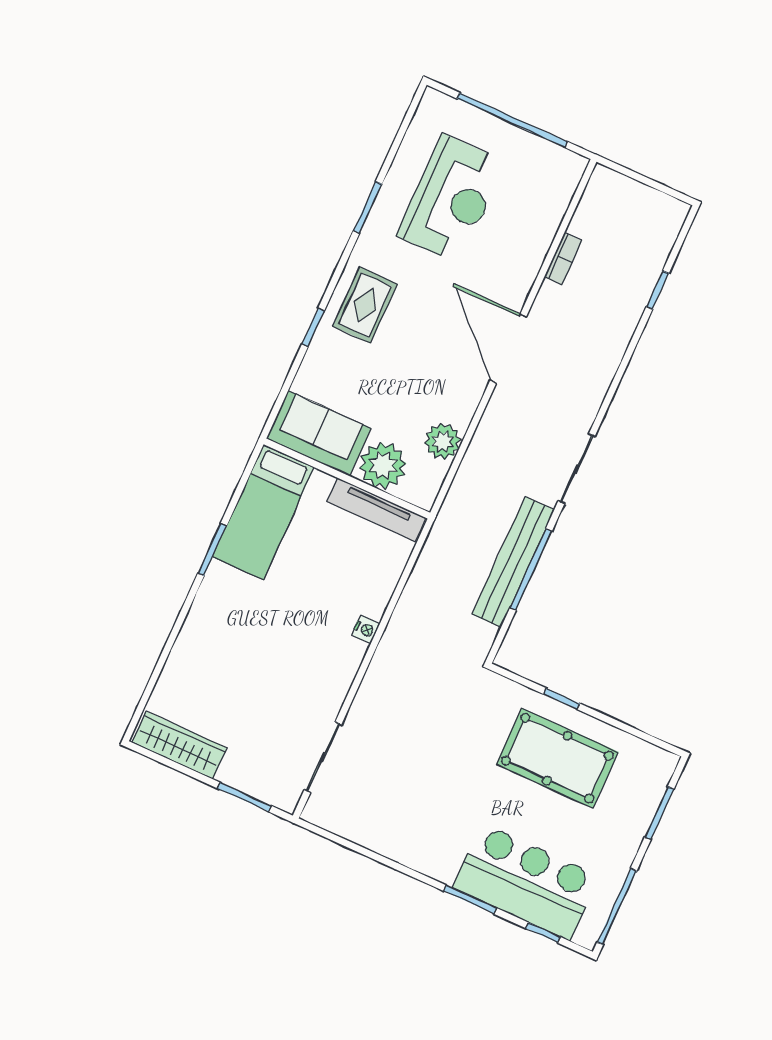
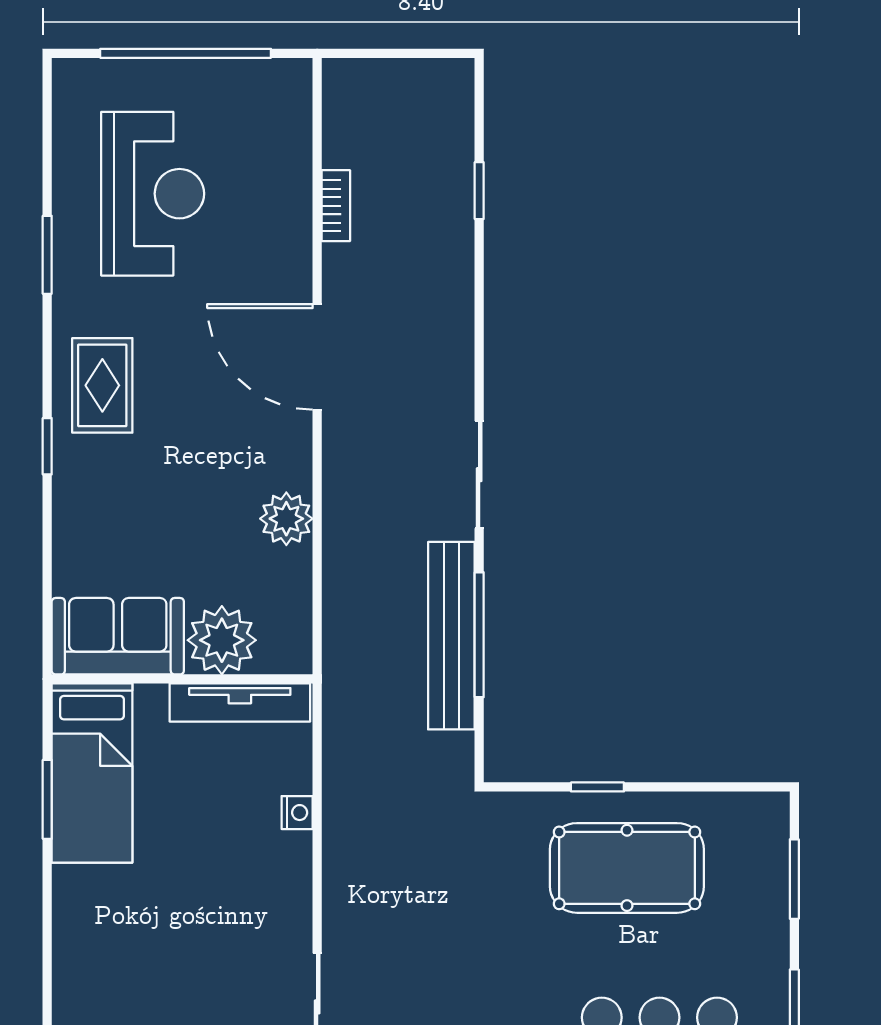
sofa: (319, 433) -> (118, 636), moved
plant: (383, 465) -> (222, 640), moved
wall: (347, 478) -> (182, 679), moved
tv unit: (376, 510) -> (240, 702), moved
bed: (263, 512) -> (92, 773), moved

